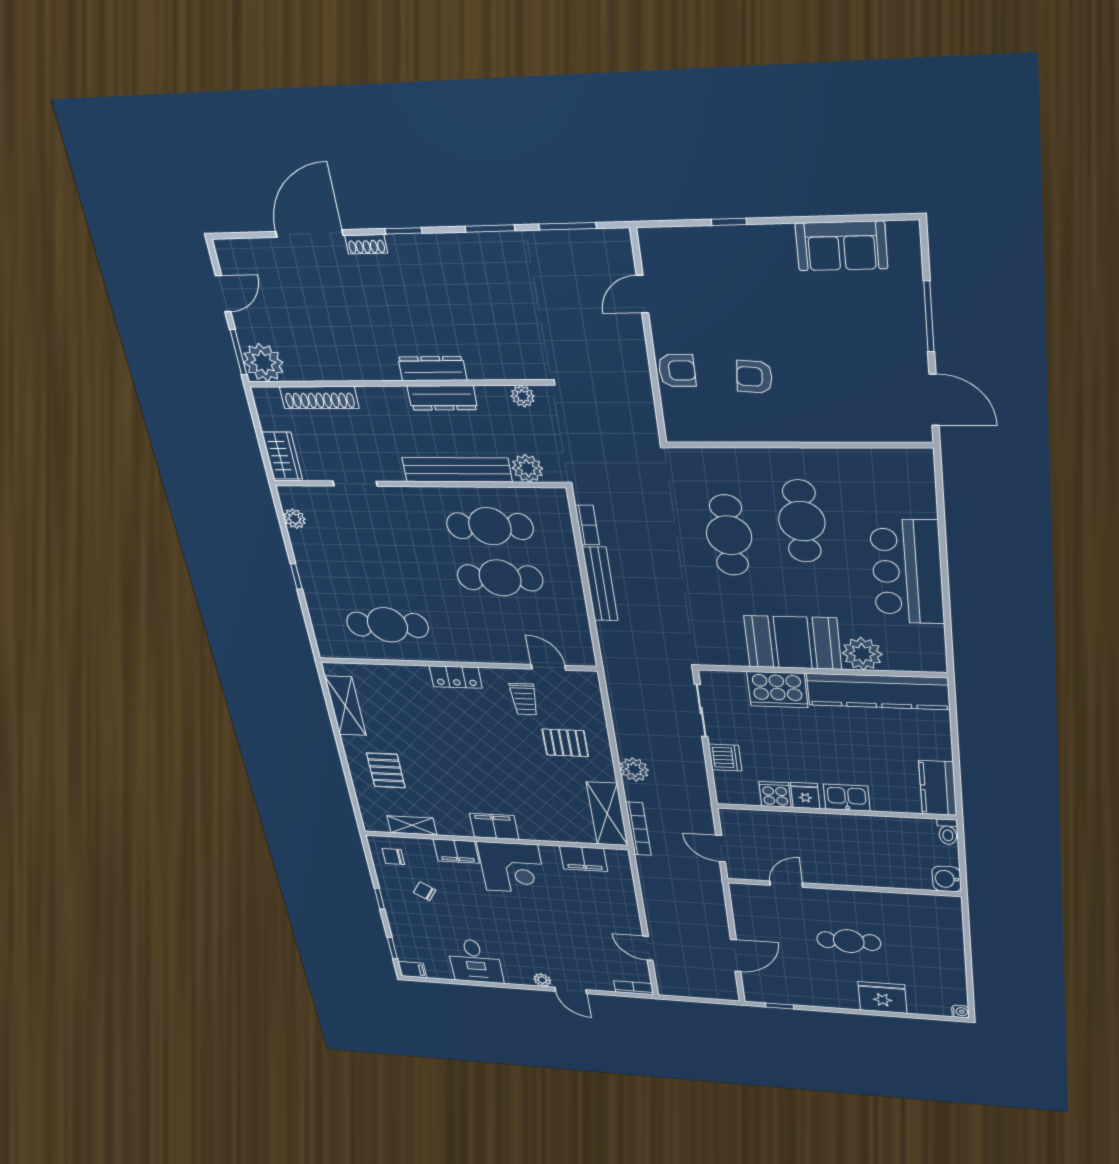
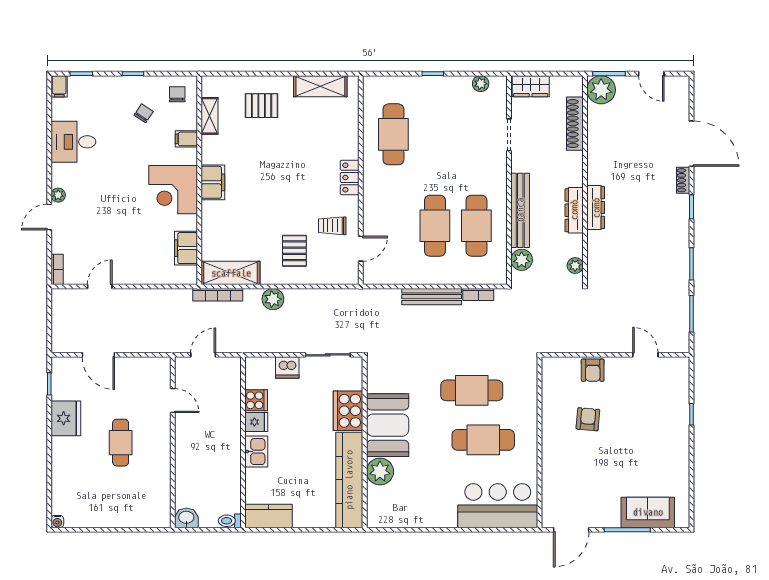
sofa: (841, 246) -> (648, 512), moved, turned 90
bar counter: (907, 572) -> (498, 506), moved
filing cabinet: (456, 851) -> (186, 139), width x0.50
fridge: (882, 998) -> (66, 418), moved

